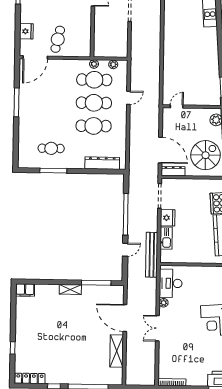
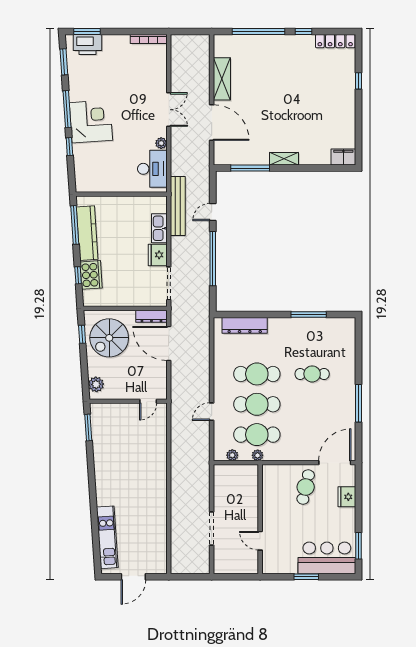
cafe table: (51, 148) -> (312, 374), moved

